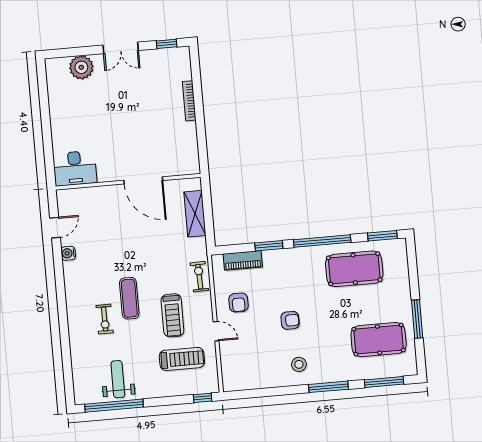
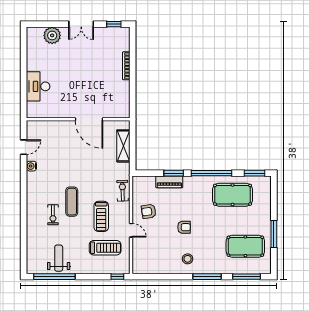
desk: (75, 168) -> (38, 86), moved, turned 90
piano: (243, 260) -> (169, 182), moved
armchair: (238, 303) -> (149, 211), turned 82

